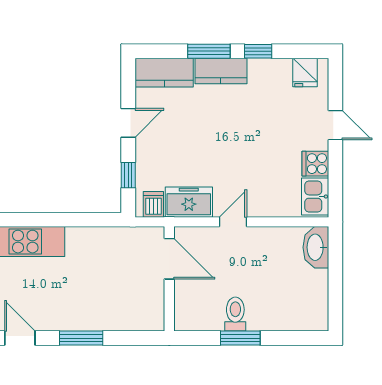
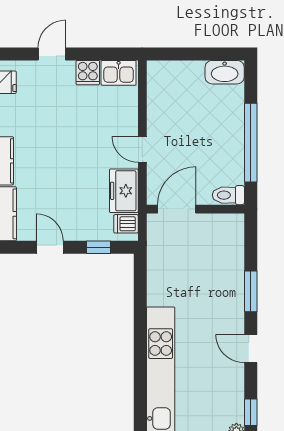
washbasin: (316, 247) -> (225, 72), moved
toilet: (235, 314) -> (228, 195), moved
door: (20, 338) -> (251, 349), hinge flipped
window: (240, 338) -> (251, 143), width x2.11

